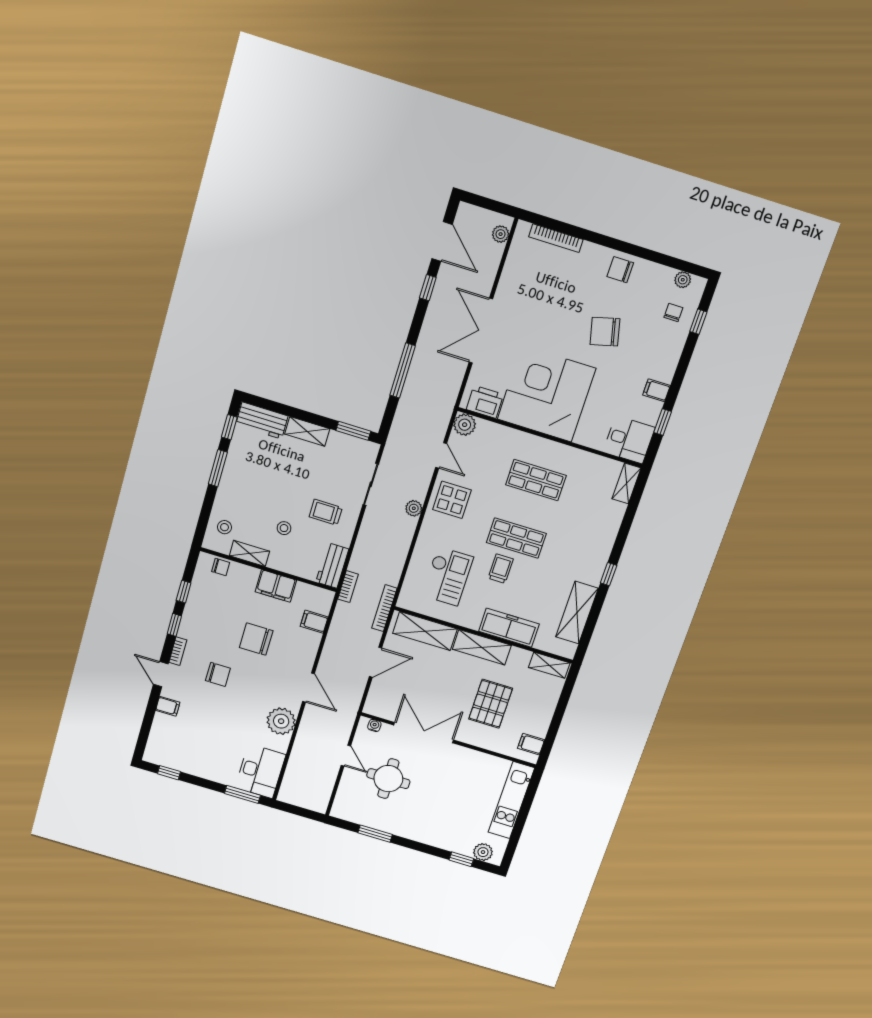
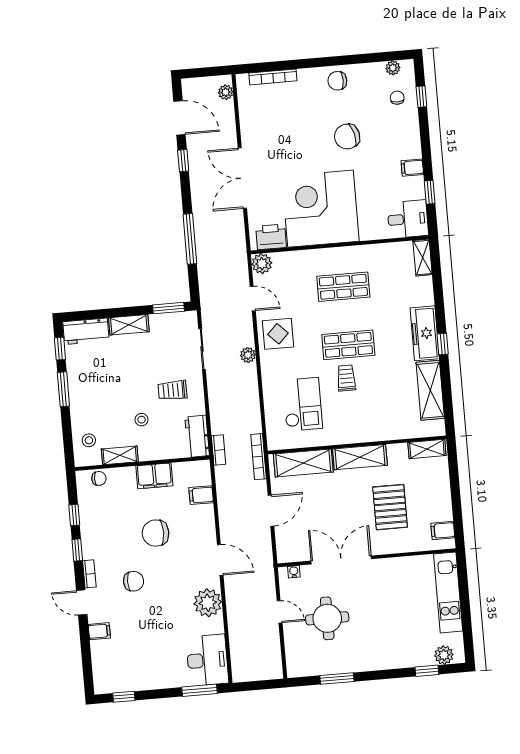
freezer: (509, 628) -> (425, 333), moved, turned -90

